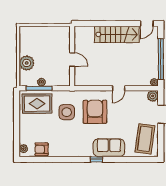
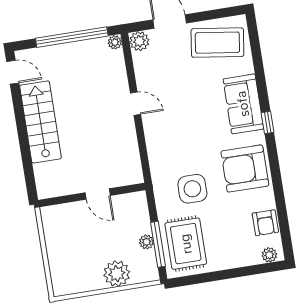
door: (72, 59) -> (98, 194), swing flipped
armchair: (95, 112) -> (245, 169), moved

